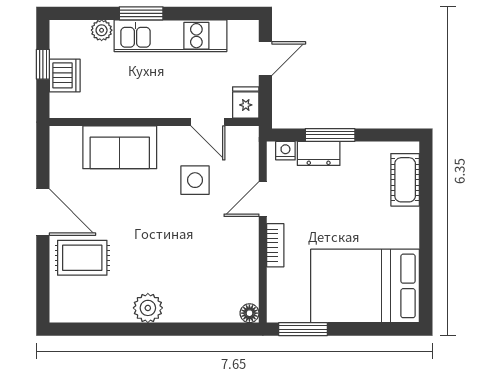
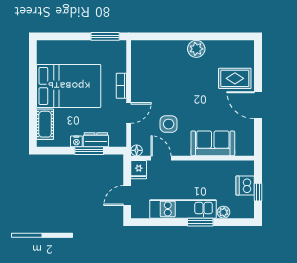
nightstand: (285, 151) -> (76, 141), moved
bed: (365, 286) -> (69, 86), moved
floor lamp: (249, 313) -> (137, 150), moved

